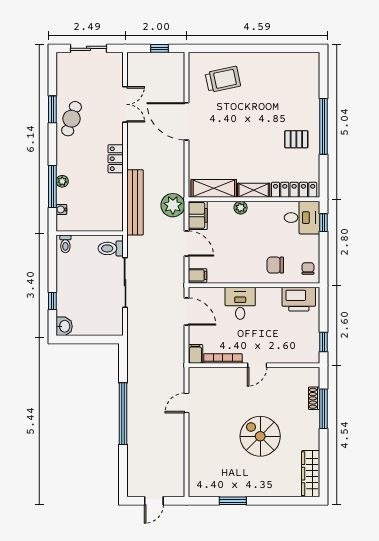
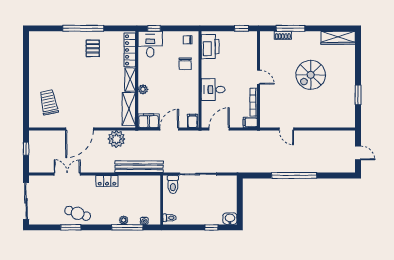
sliding door: (89, 48) -> (26, 201), width x1.37
plant: (173, 205) -> (116, 139), moved

